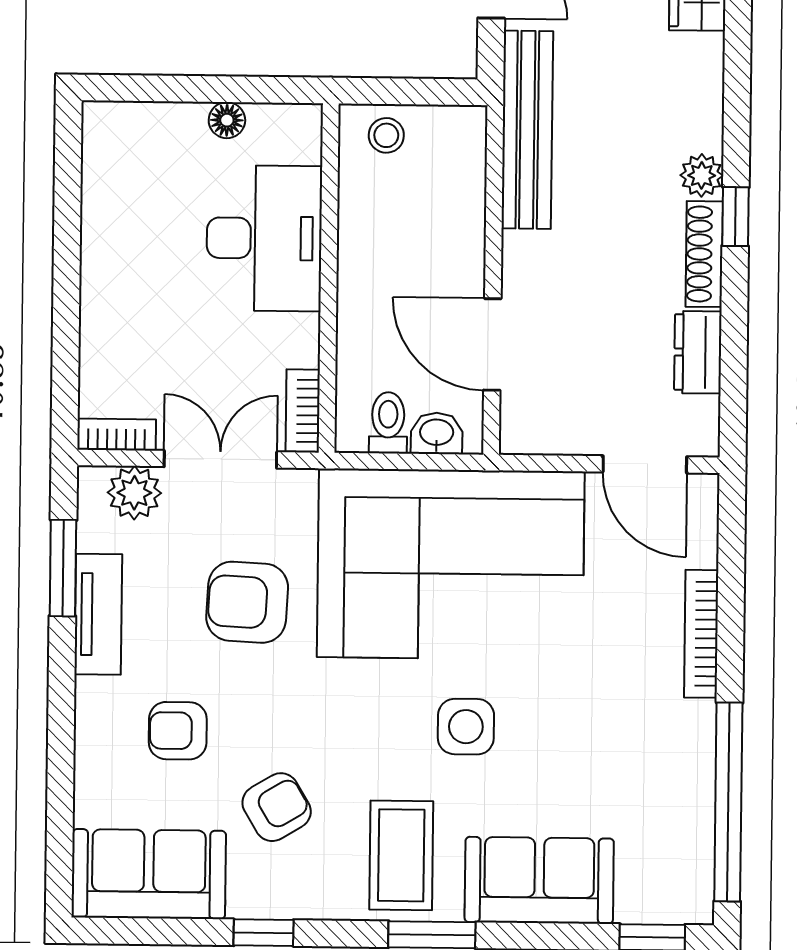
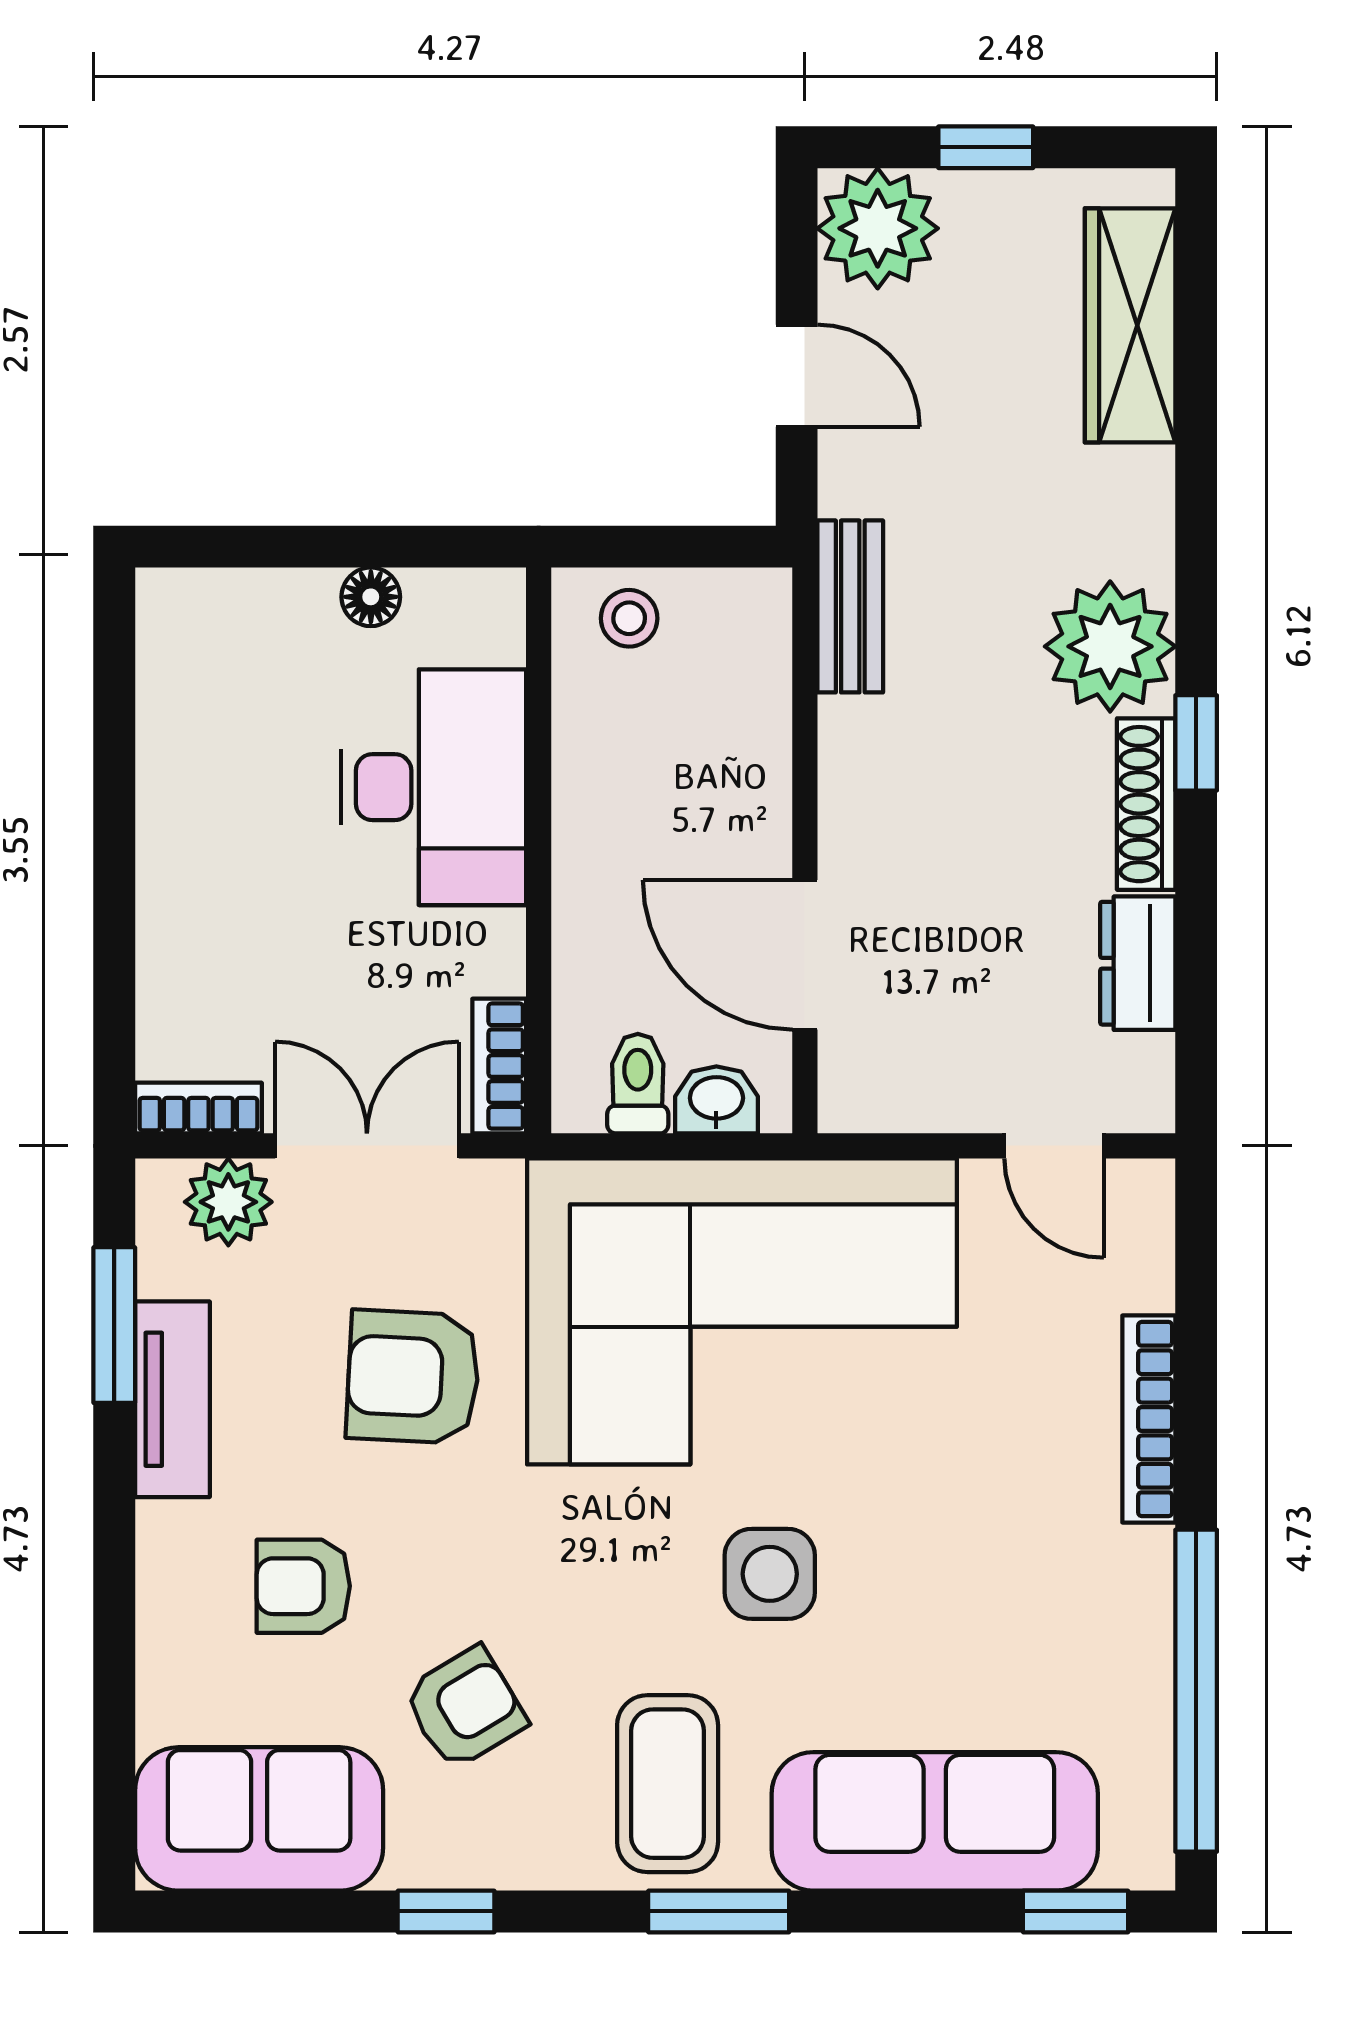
bench: (527, 130) -> (850, 606), width x0.54, depth x0.82
plant: (702, 175) -> (1110, 646), width x1.88, depth x1.88
door: (645, 464) -> (1054, 1146), width x0.73
sofa: (539, 880) -> (935, 1821), width x1.36

